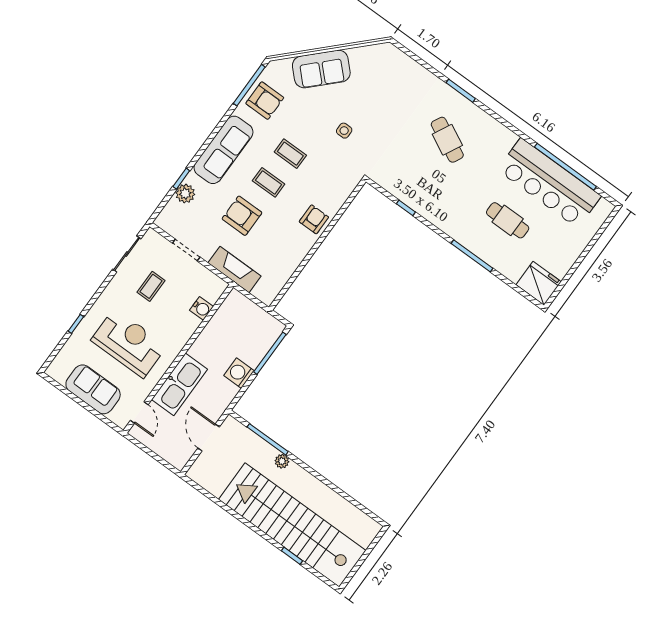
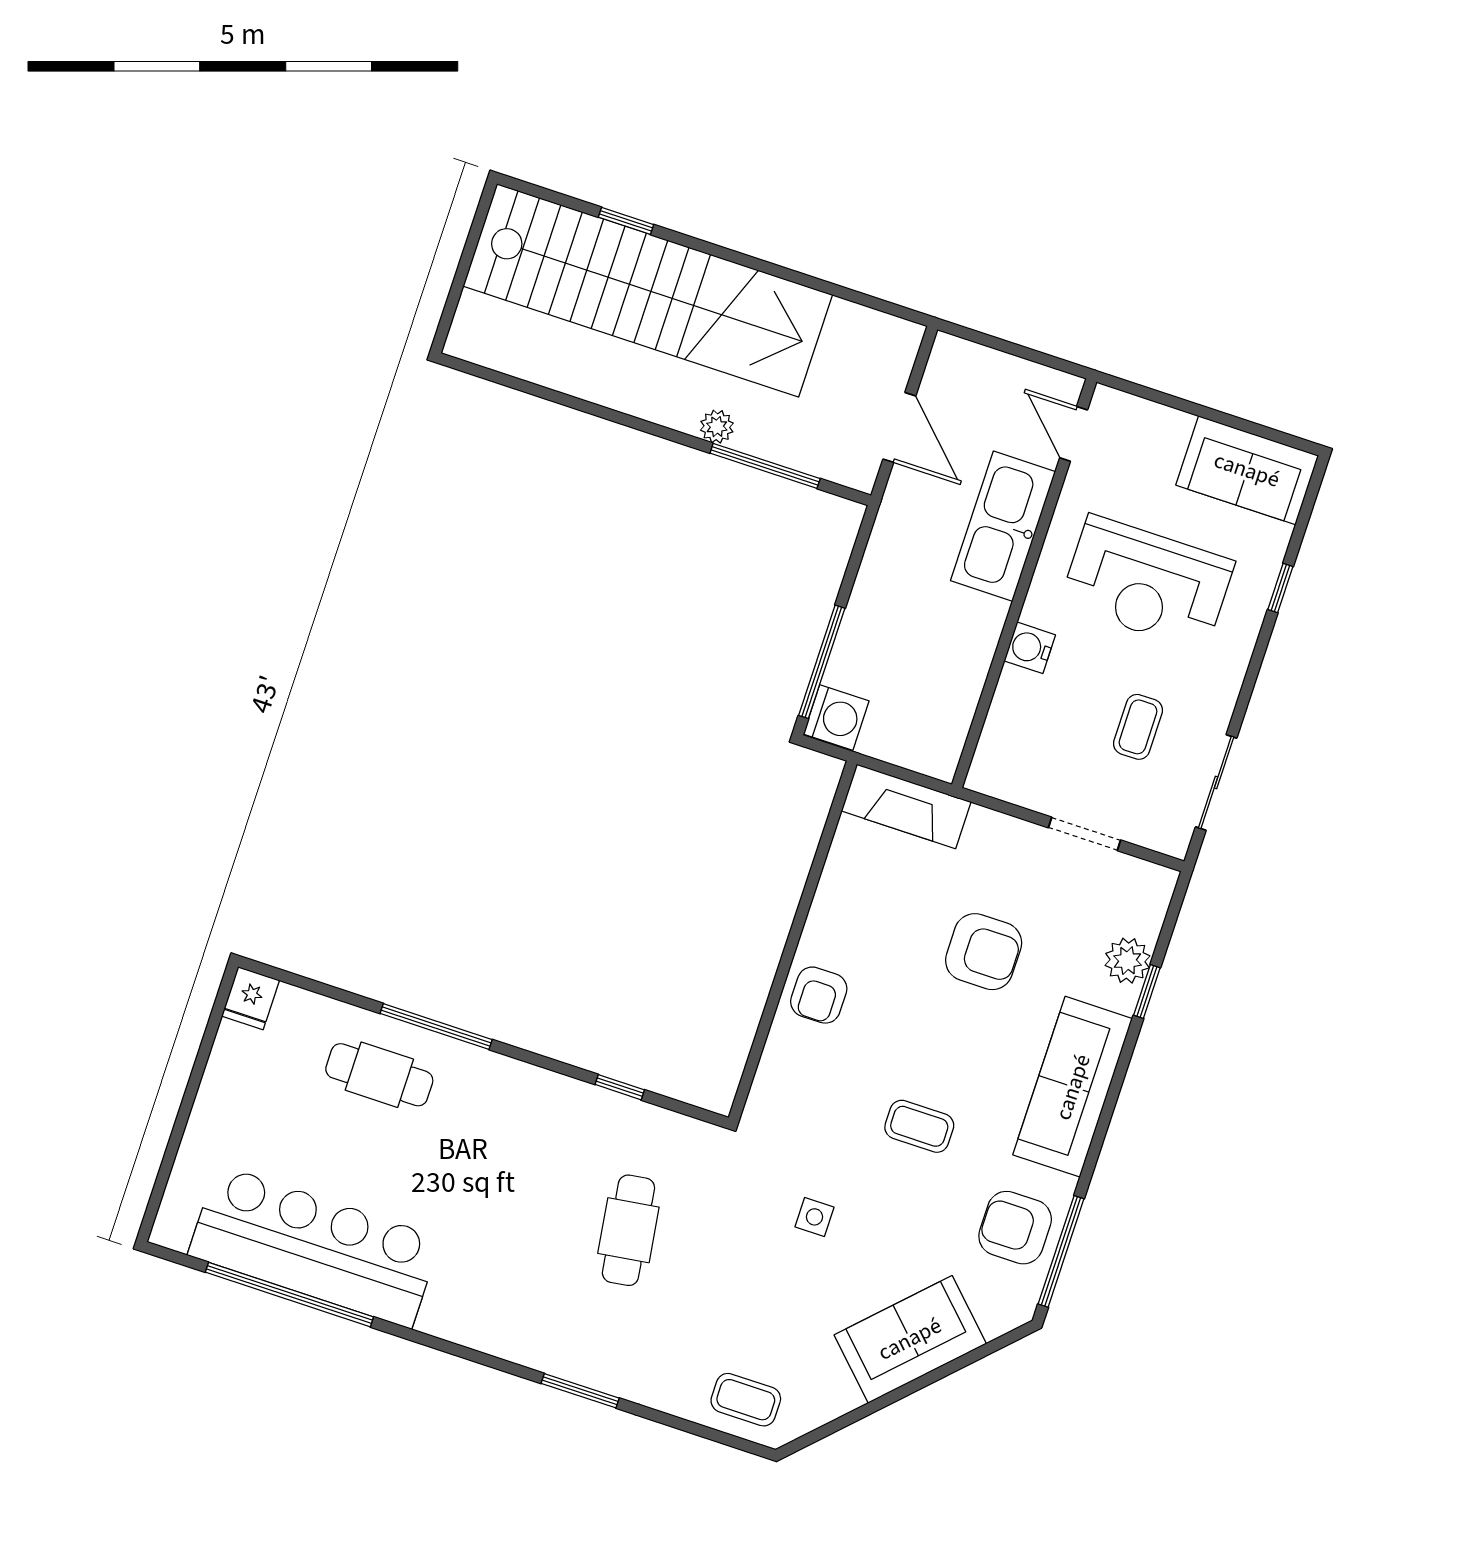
cafe table: (447, 140) -> (628, 1230), moved, turned 55
coffee table: (269, 182) -> (746, 1400), moved
cafe table: (508, 220) -> (379, 1075), moved
fireplace: (234, 270) -> (906, 806), moved
fridge: (539, 283) -> (251, 998), width x0.53, depth x0.75
water cooler: (202, 308) -> (1030, 648), moved
washing machine: (239, 373) -> (836, 718), moved
sofa: (93, 389) -> (1247, 470), moved

